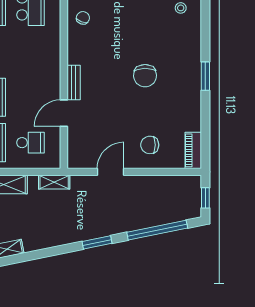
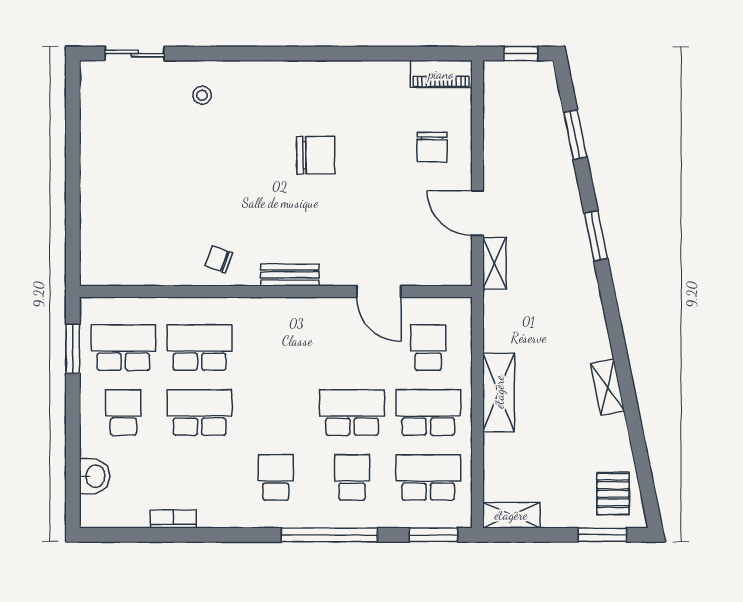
window: (205, 76) -> (317, 54), removed
bench: (74, 83) -> (290, 275), moved
shelving: (54, 182) -> (495, 263), moved
window: (157, 230) -> (575, 135), width x0.47

